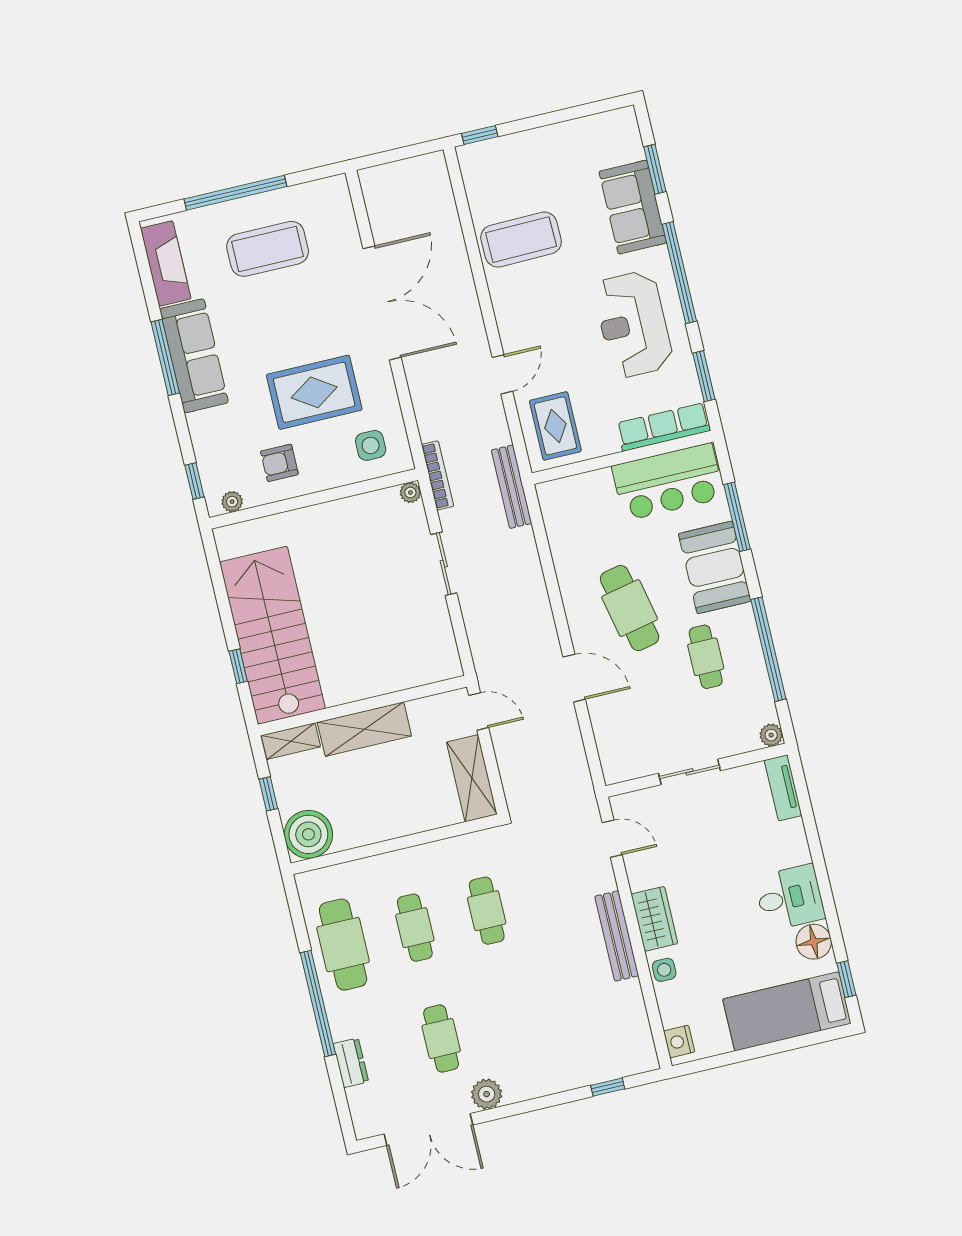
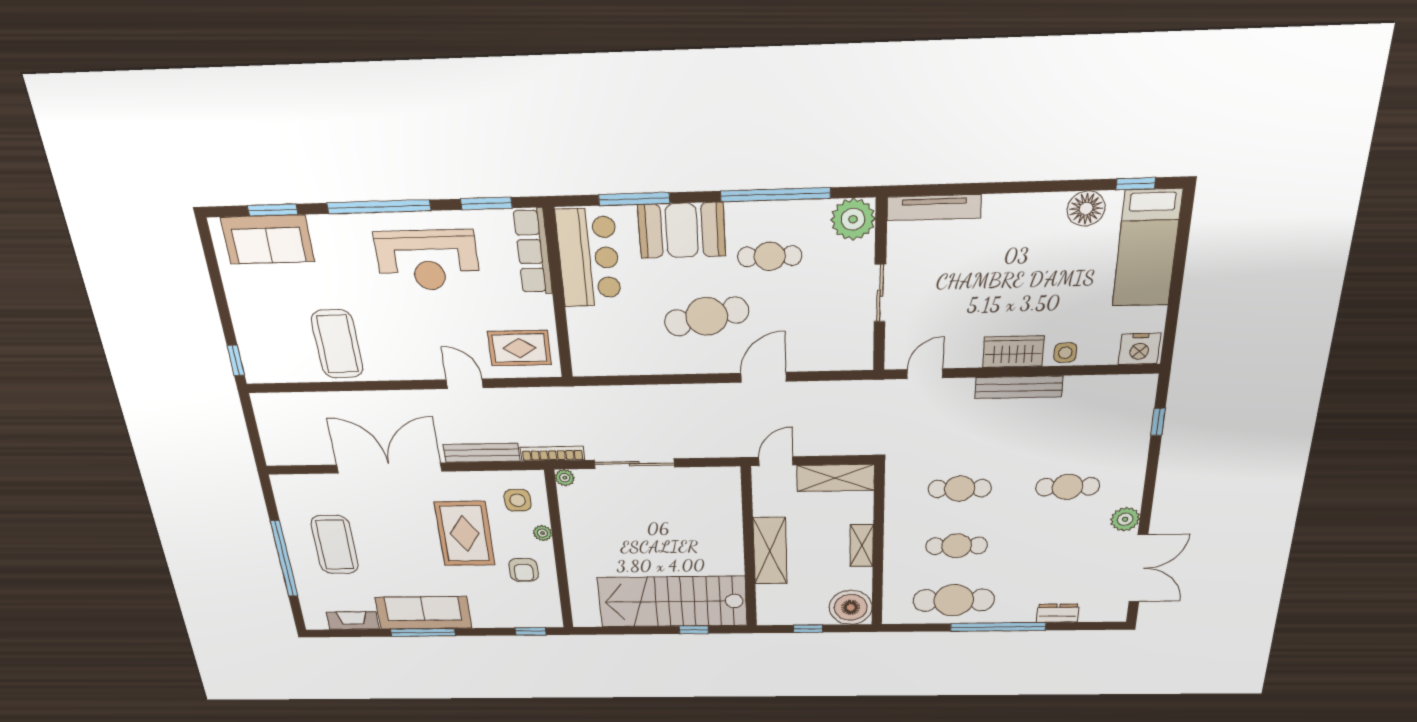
sofa: (633, 207) -> (268, 240), moved
fireplace: (166, 263) -> (353, 621), width x0.73, depth x0.76
bench: (512, 487) -> (482, 453), moved
plant: (232, 502) -> (542, 533), moved
sliding door: (444, 564) -> (634, 464), width x1.37
plant: (771, 735) -> (853, 219), width x1.87, depth x1.87
shelving: (291, 741) -> (862, 546), moved
tv unit: (783, 788) -> (934, 207), width x1.41
desk: (790, 898) -> (1034, 223), removed
cafe table: (441, 1039) -> (1068, 487), moved
nightstand: (679, 1042) -> (1140, 349), width x1.36, depth x1.33

